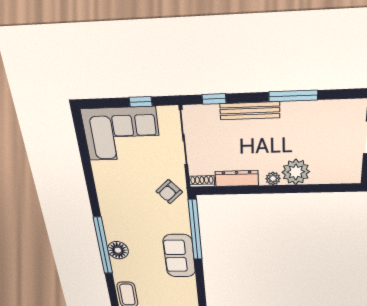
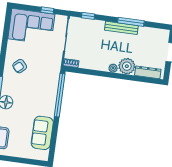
bench: (250, 111) -> (121, 28), moved
dresser: (237, 178) -> (148, 72), moved
armchair: (169, 192) -> (20, 66), moved
sofa: (179, 256) -> (42, 133), moved

